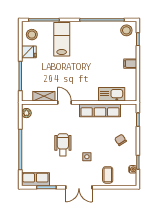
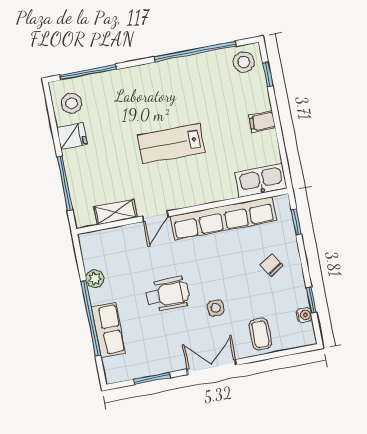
lab bench: (62, 39) -> (171, 144), moved, turned -90
kitchen sink: (112, 94) -> (261, 180), moved
door: (64, 102) -> (155, 216), swing flipped
row of seats: (100, 110) -> (223, 218), width x1.36
plant: (26, 113) -> (95, 278), moved
wheelchair: (63, 145) -> (167, 294), turned 90
row of seats: (35, 179) -> (108, 330), moved, turned 90
double door: (79, 187) -> (212, 367), swing flipped

